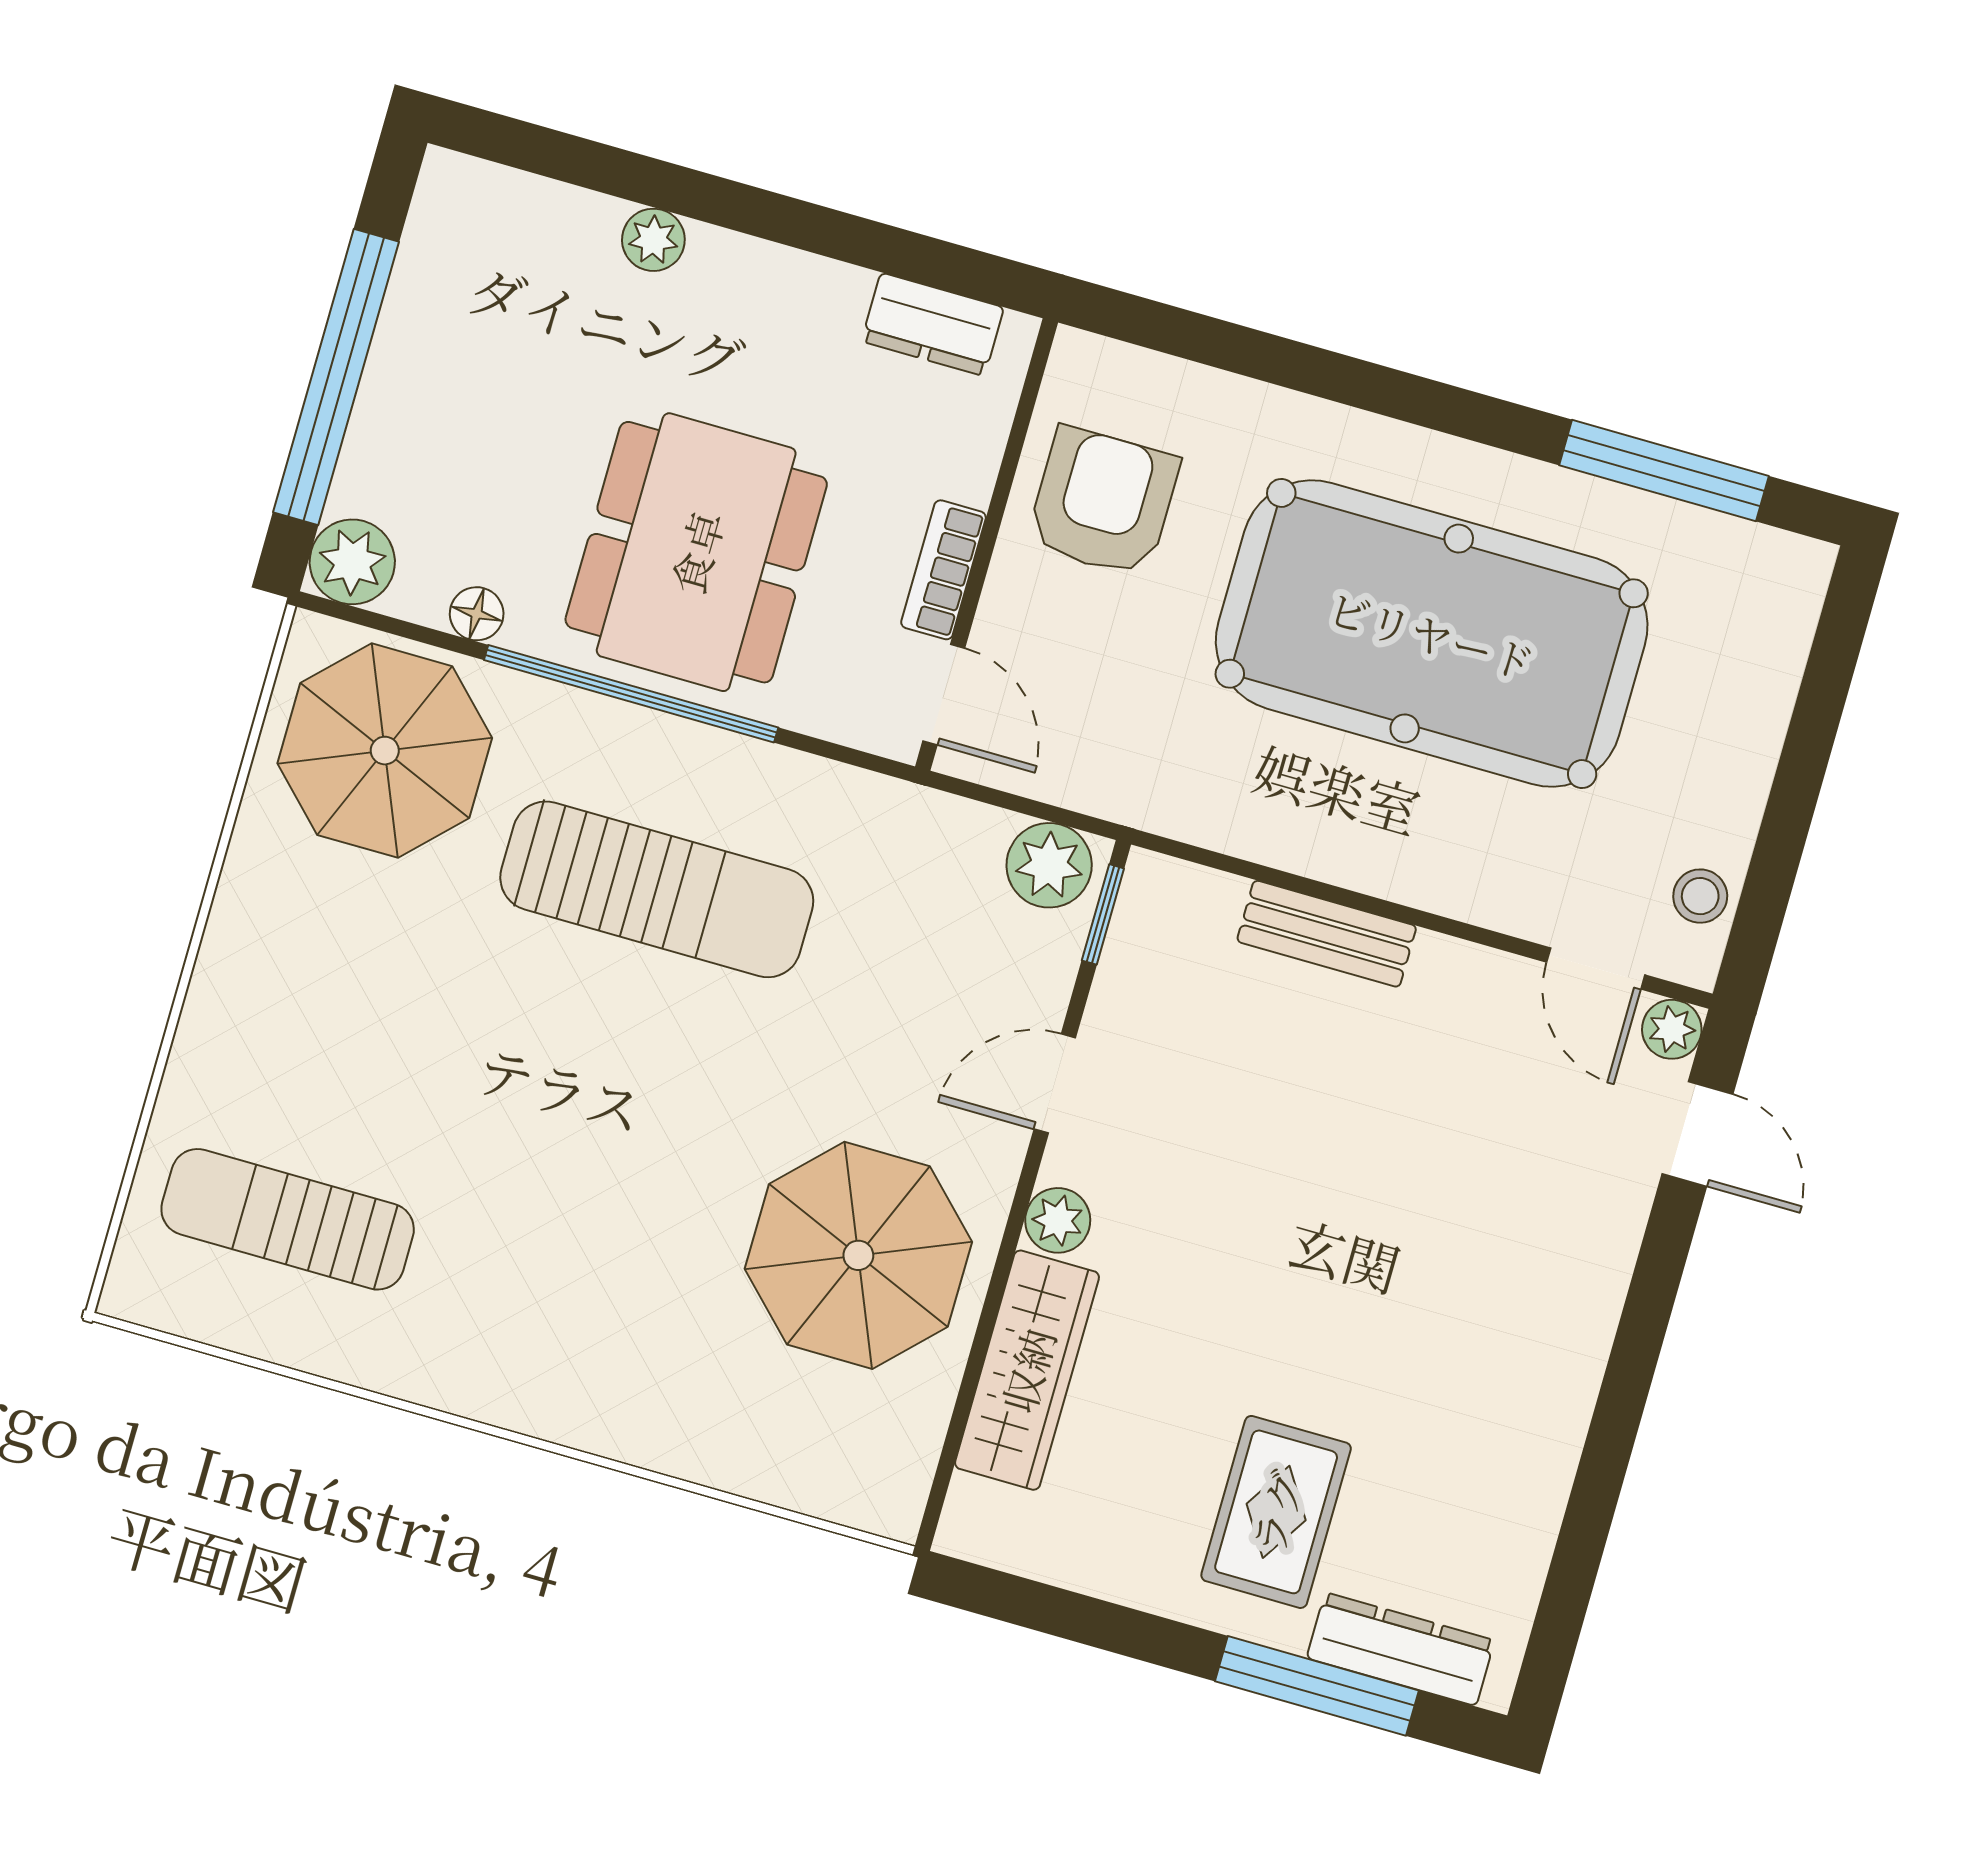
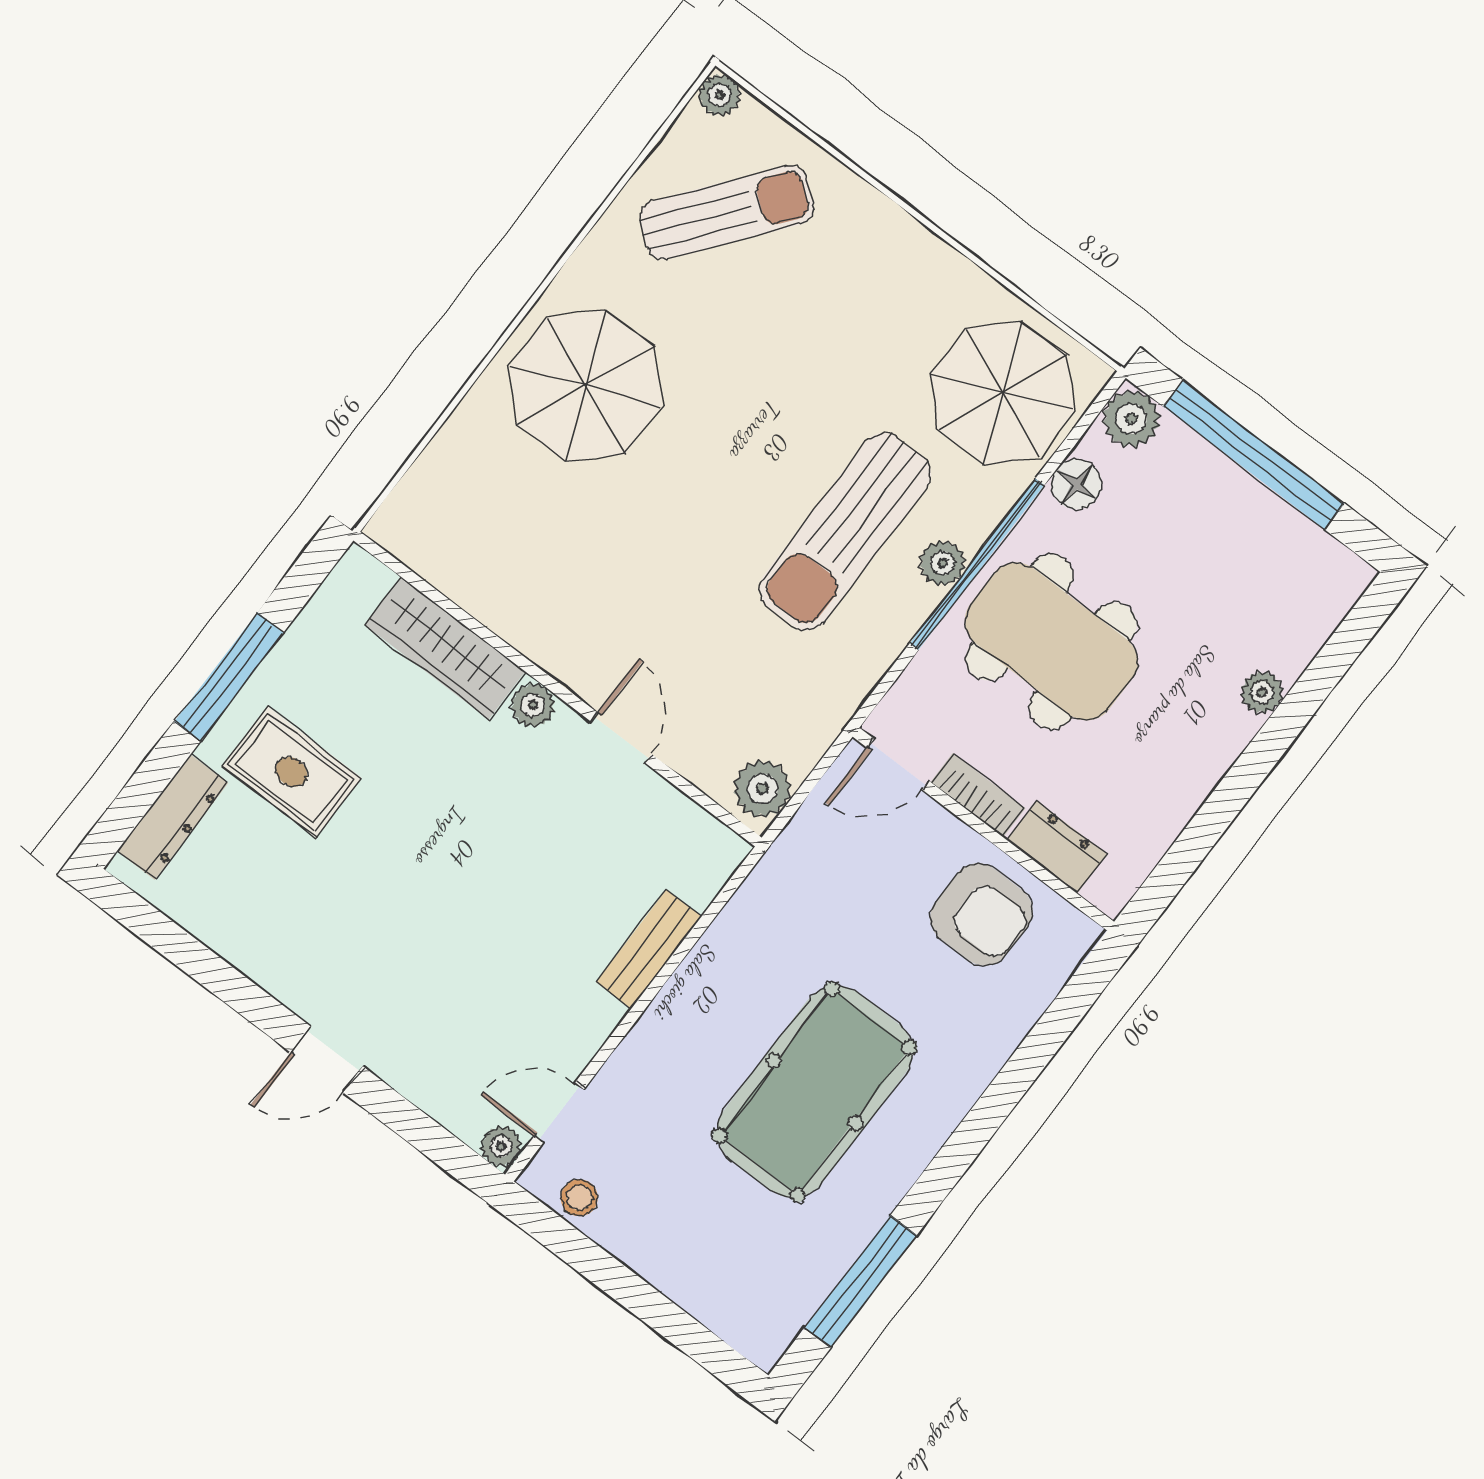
dresser: (933, 324) -> (1057, 847), moved, turned 90
floor lamp: (477, 614) -> (1076, 484), width x1.37, depth x1.37
pool table: (1432, 634) -> (815, 1092), width x0.73, depth x0.76
plant: (648, 741) -> (942, 563), added
window: (1103, 914) -> (717, 811), removed
door: (1698, 1134) -> (327, 1059), moved
sun lounger: (288, 1219) -> (727, 213), turned 38
parasol: (858, 1255) -> (586, 386), moved
plant: (132, 1292) -> (719, 95), added
window: (1317, 1686) -> (229, 677), moved

